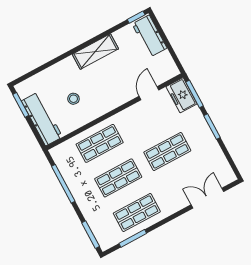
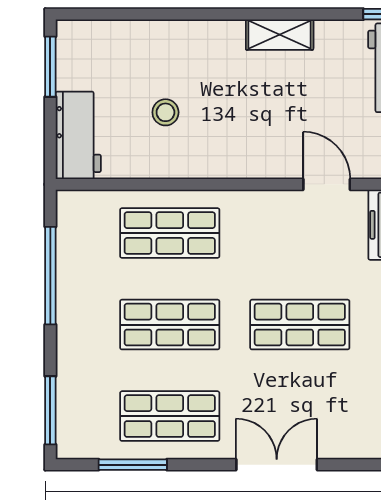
shelving: (95, 52) -> (280, 35), width x0.67, depth x0.75
door: (149, 93) -> (327, 184), hinge flipped
workbench: (42, 119) -> (78, 135), width x0.73
double door: (207, 198) -> (277, 465), moved

